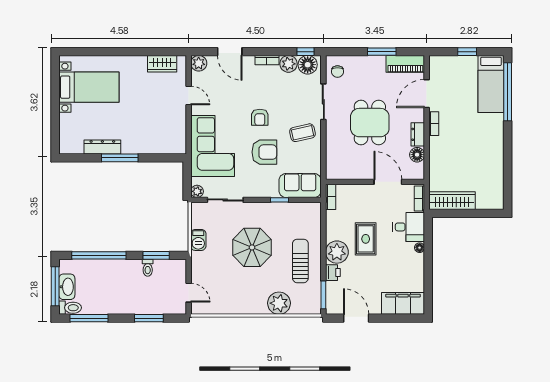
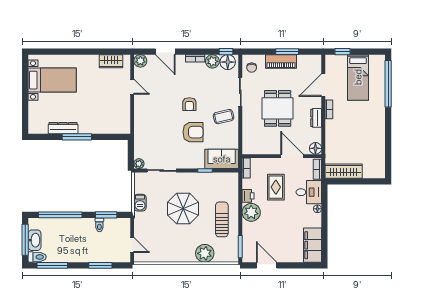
window: (467, 52) -> (342, 52), moved
piano: (405, 64) -> (281, 61), moved
bed: (491, 84) -> (358, 77), moved
corner sofa: (213, 146) -> (151, 127), removed
floor lamp: (417, 155) -> (315, 148), moved
rug: (366, 239) -> (276, 187), moved
printer: (333, 273) -> (248, 196), moved
filing cabinet: (403, 303) -> (312, 245), moved, turned -90

